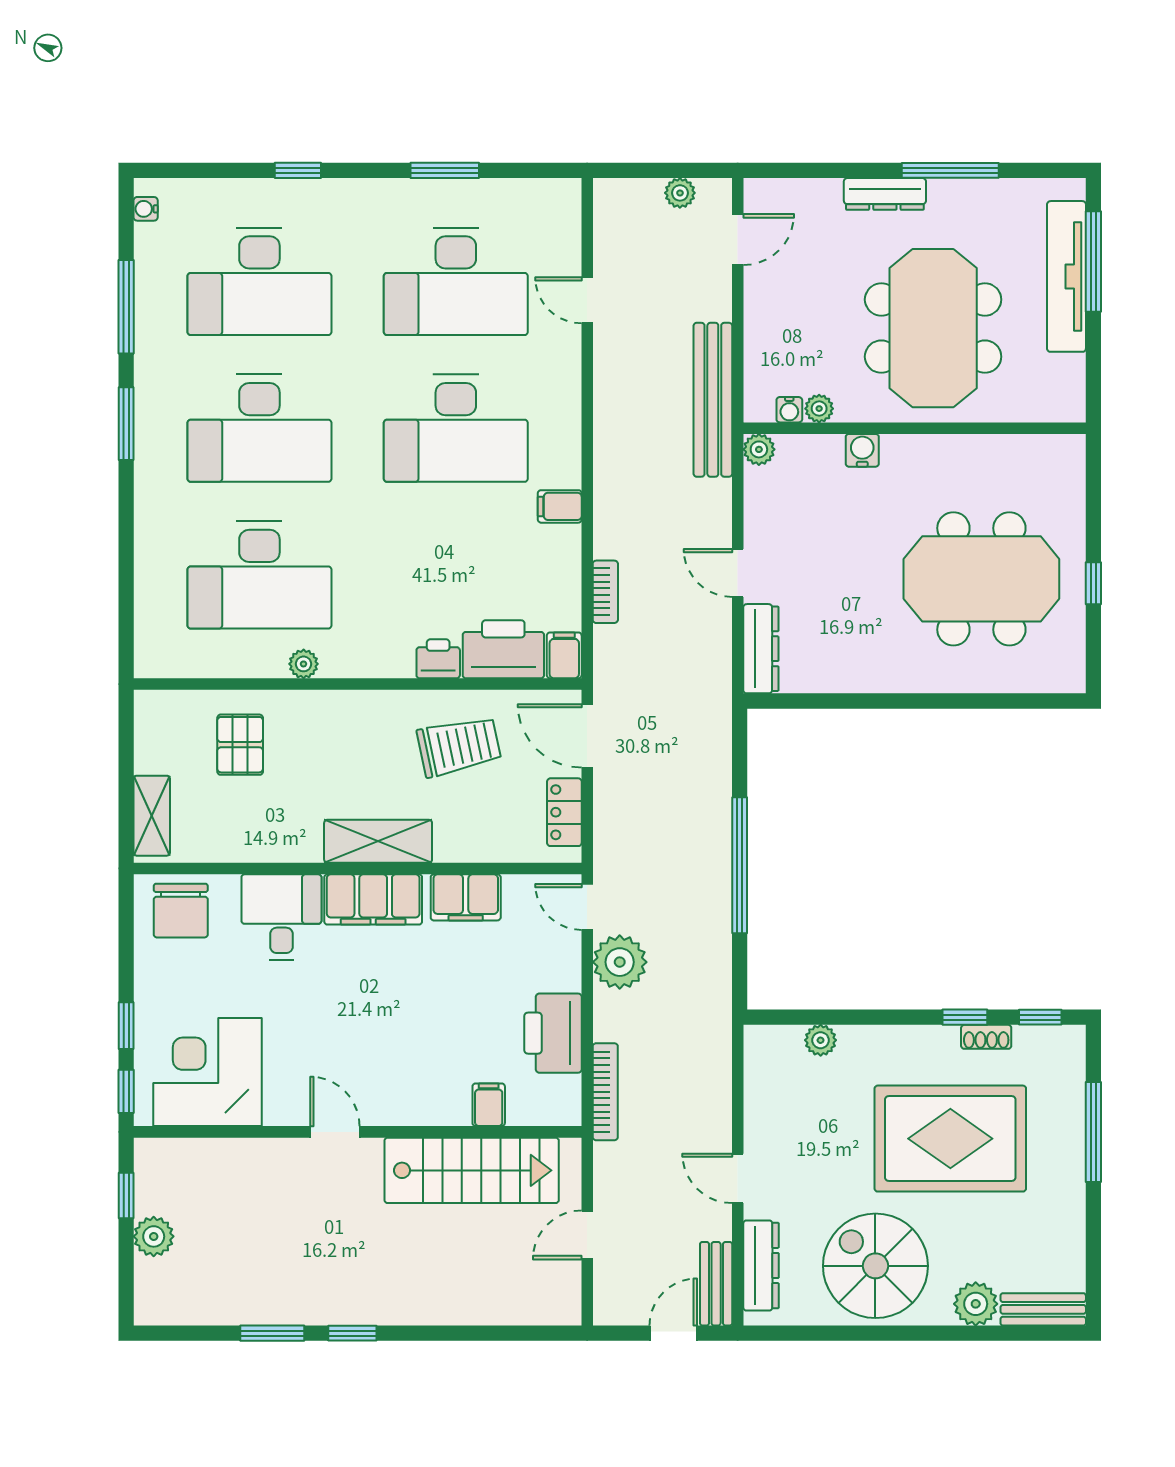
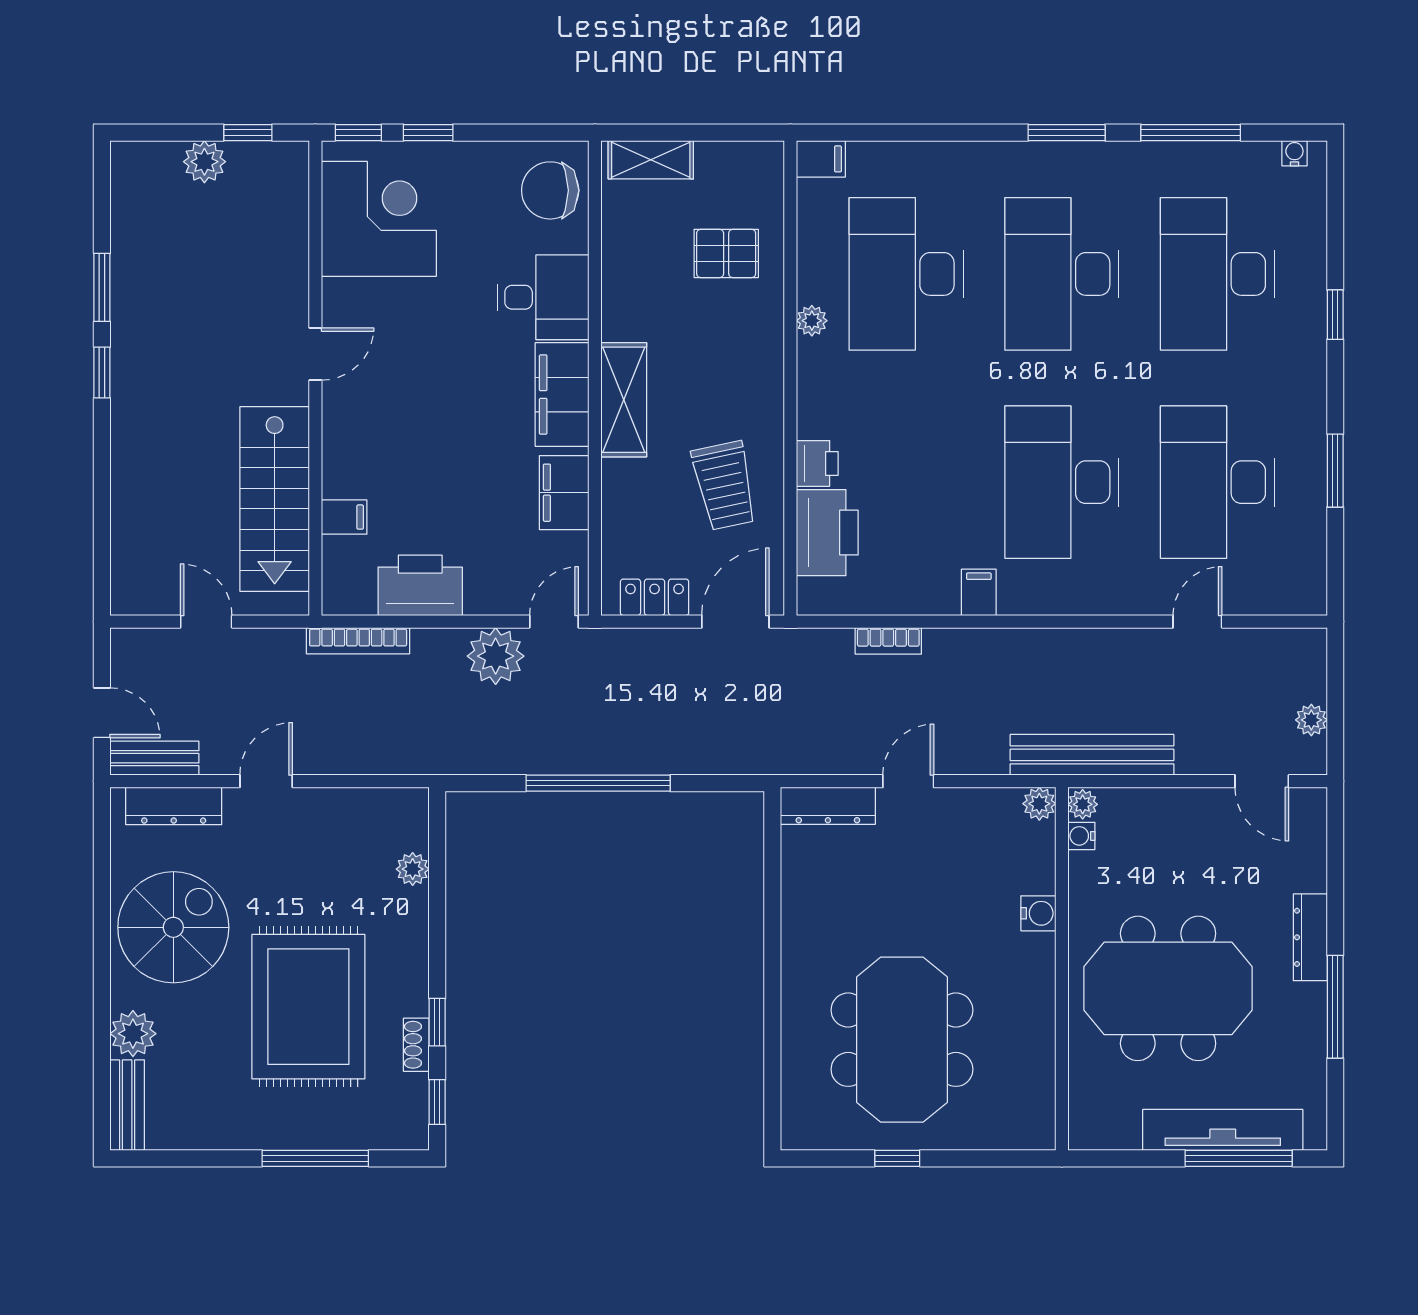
plant: (819, 409) -> (1083, 804), moved
filing cabinet: (564, 655) -> (821, 159), moved

